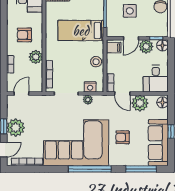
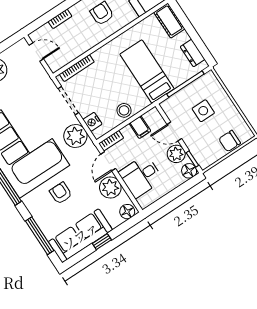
filing cabinet: (114, 48) -> (140, 127), moved
plant: (36, 57) -> (86, 41), removed
desk: (156, 79) -> (141, 176), moved
plant: (88, 100) -> (75, 136), width x1.87, depth x1.87

